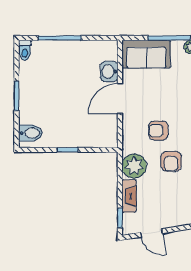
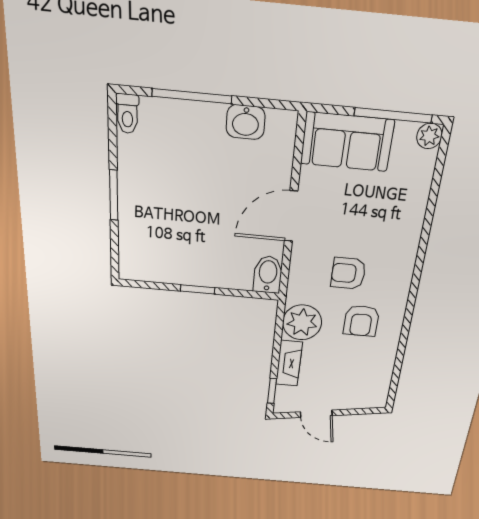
washbasin: (109, 72) -> (246, 122), moved, turned -90
bidet: (30, 133) -> (268, 275), moved, turned -90

